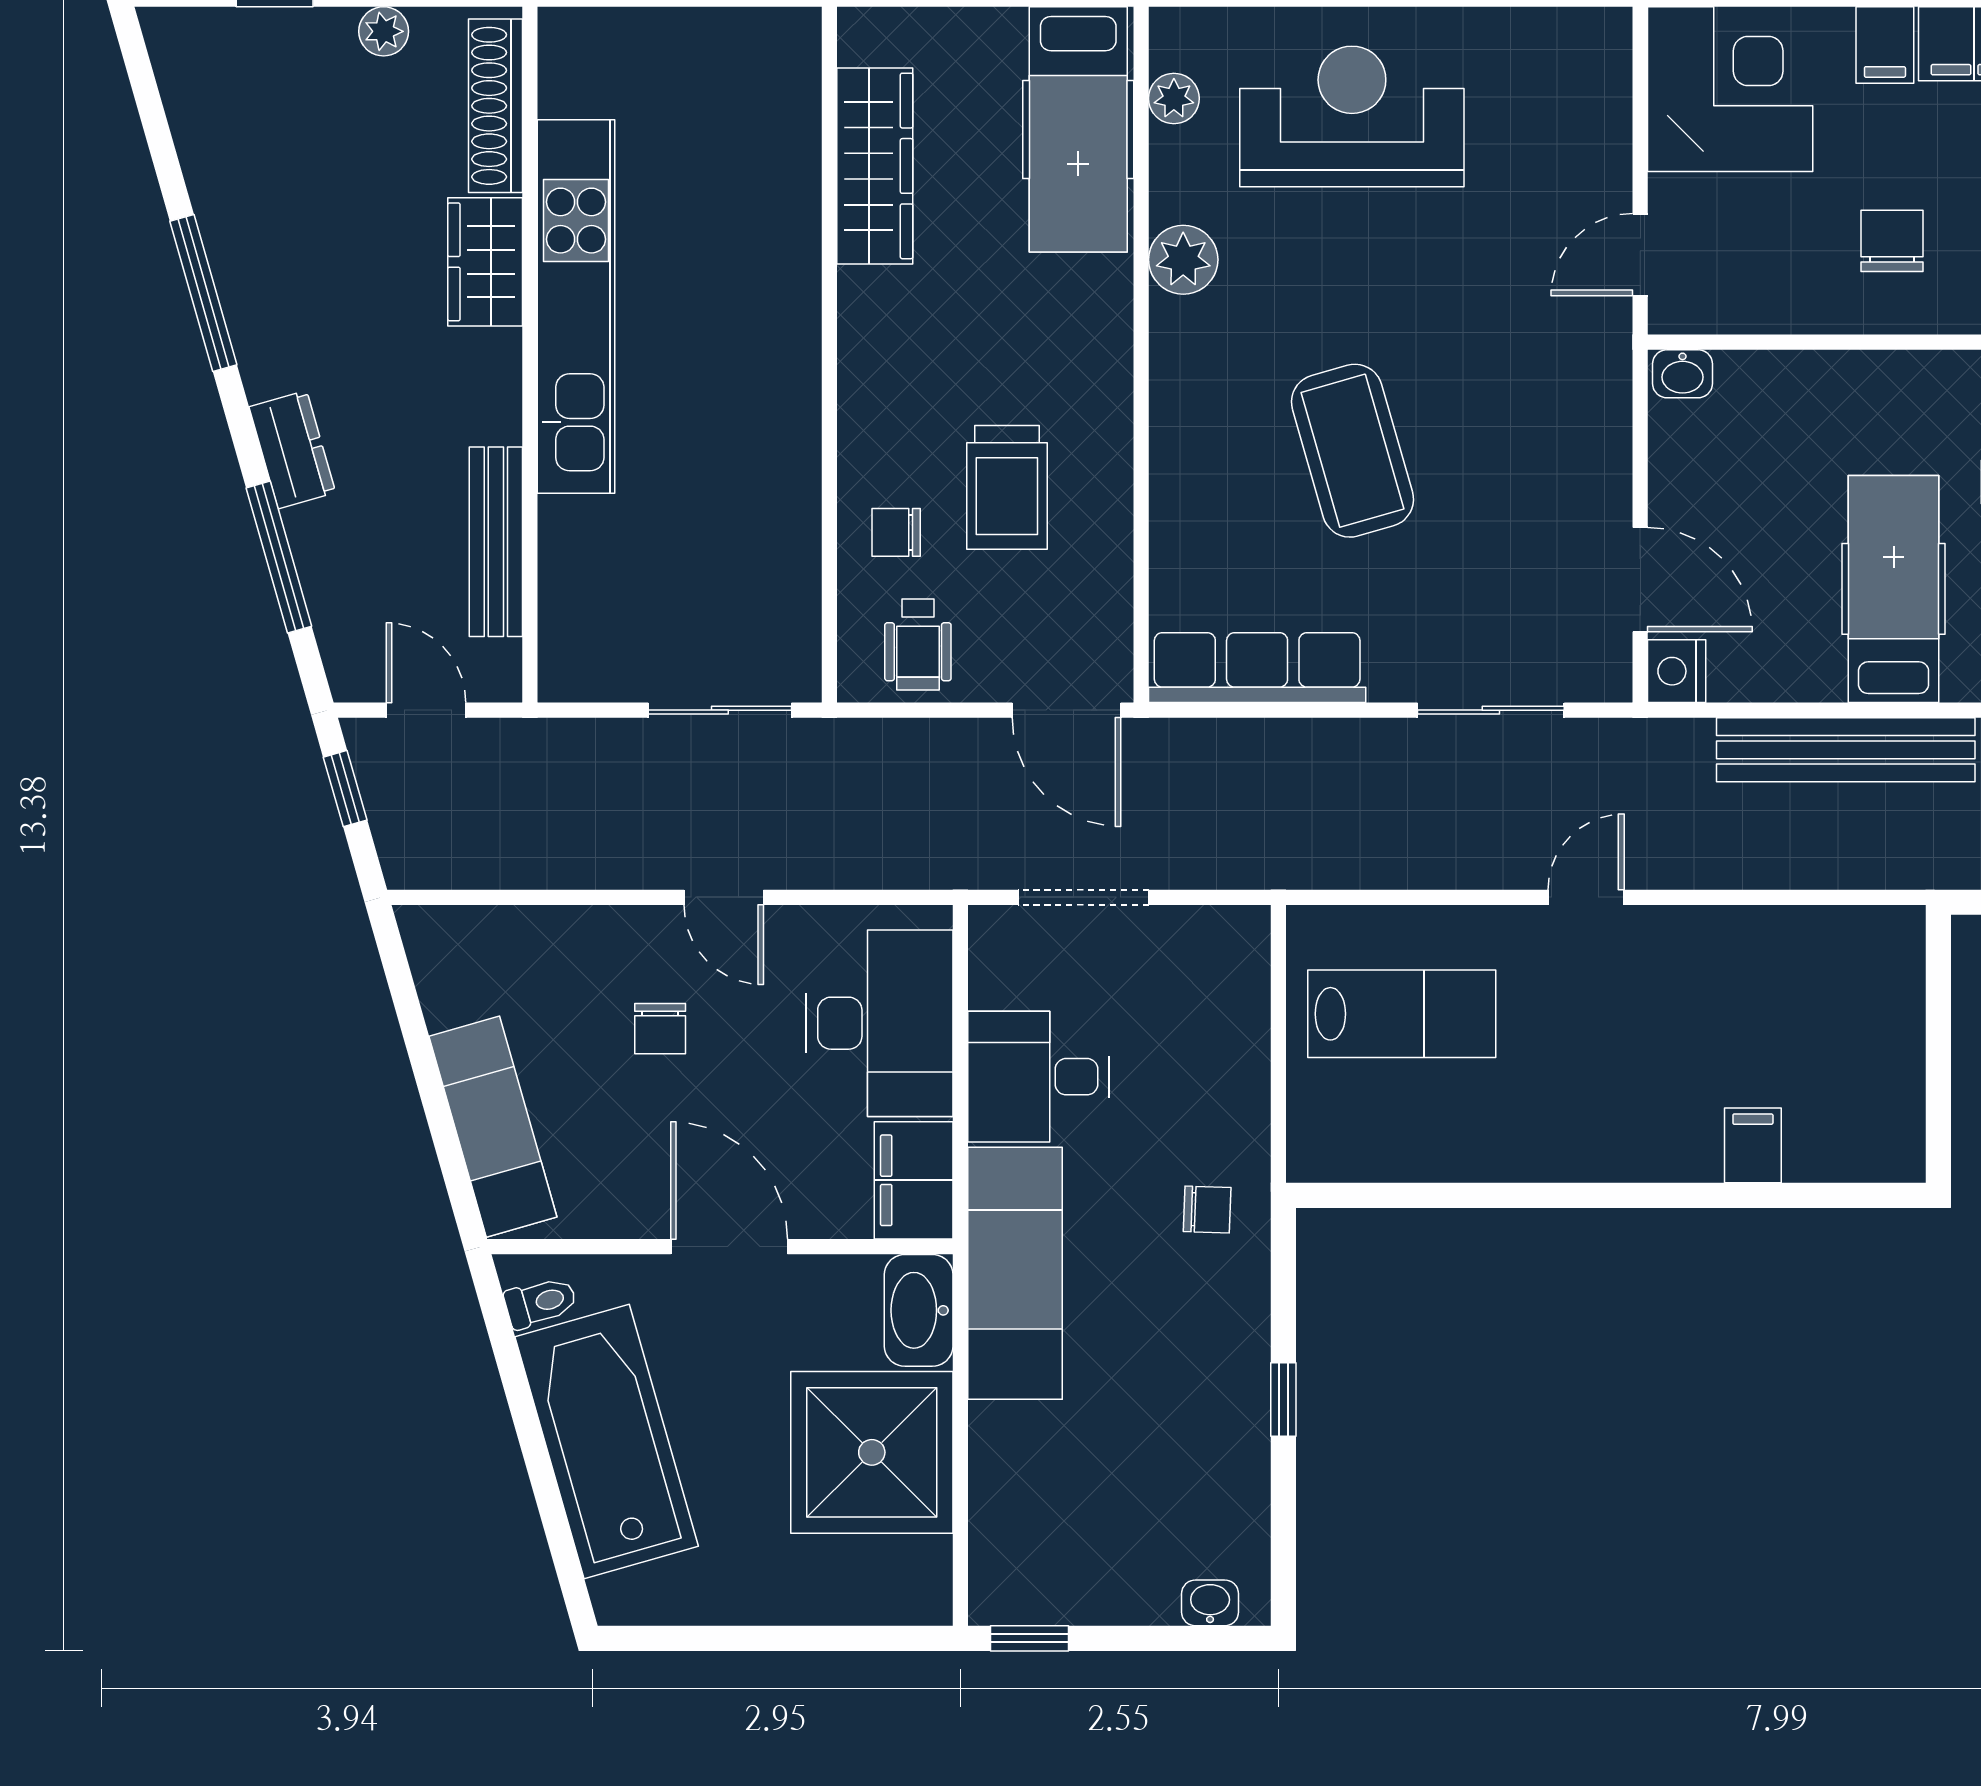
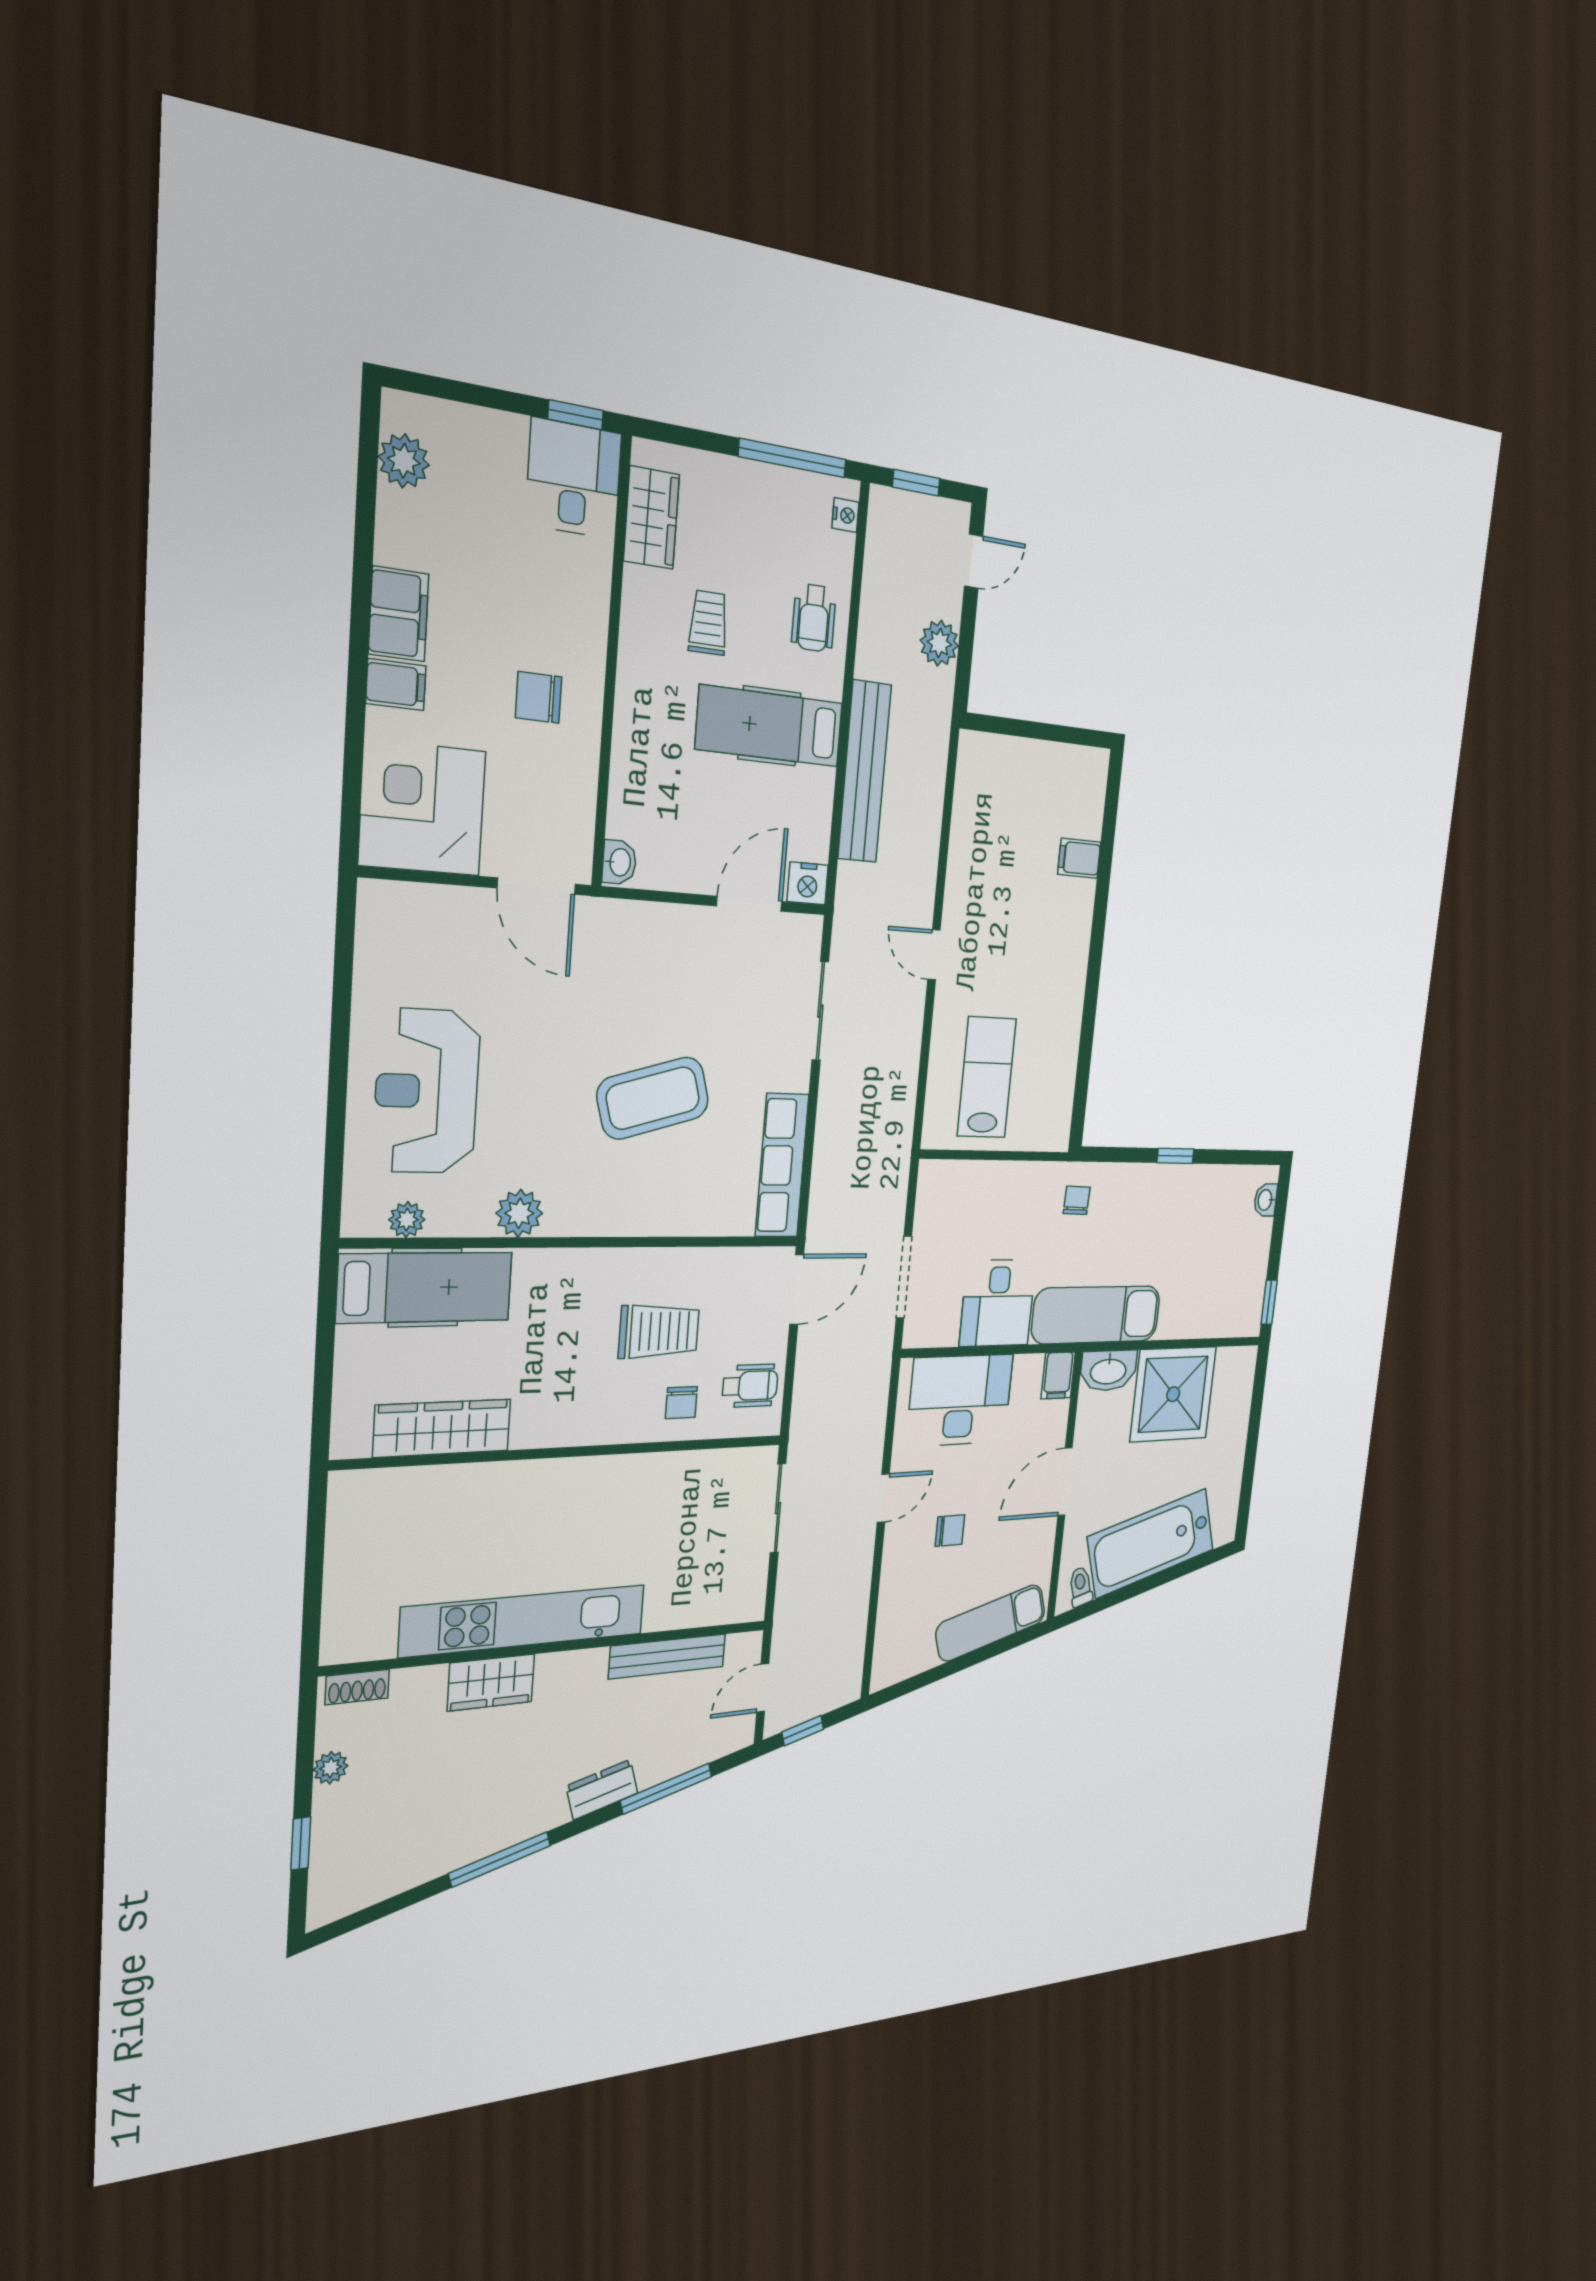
shoe rack: (496, 106) -> (357, 1687), width x0.51, depth x0.81
door: (1640, 255) -> (536, 886), width x1.38
filing cabinet: (914, 1180) -> (1058, 1375), width x0.50

